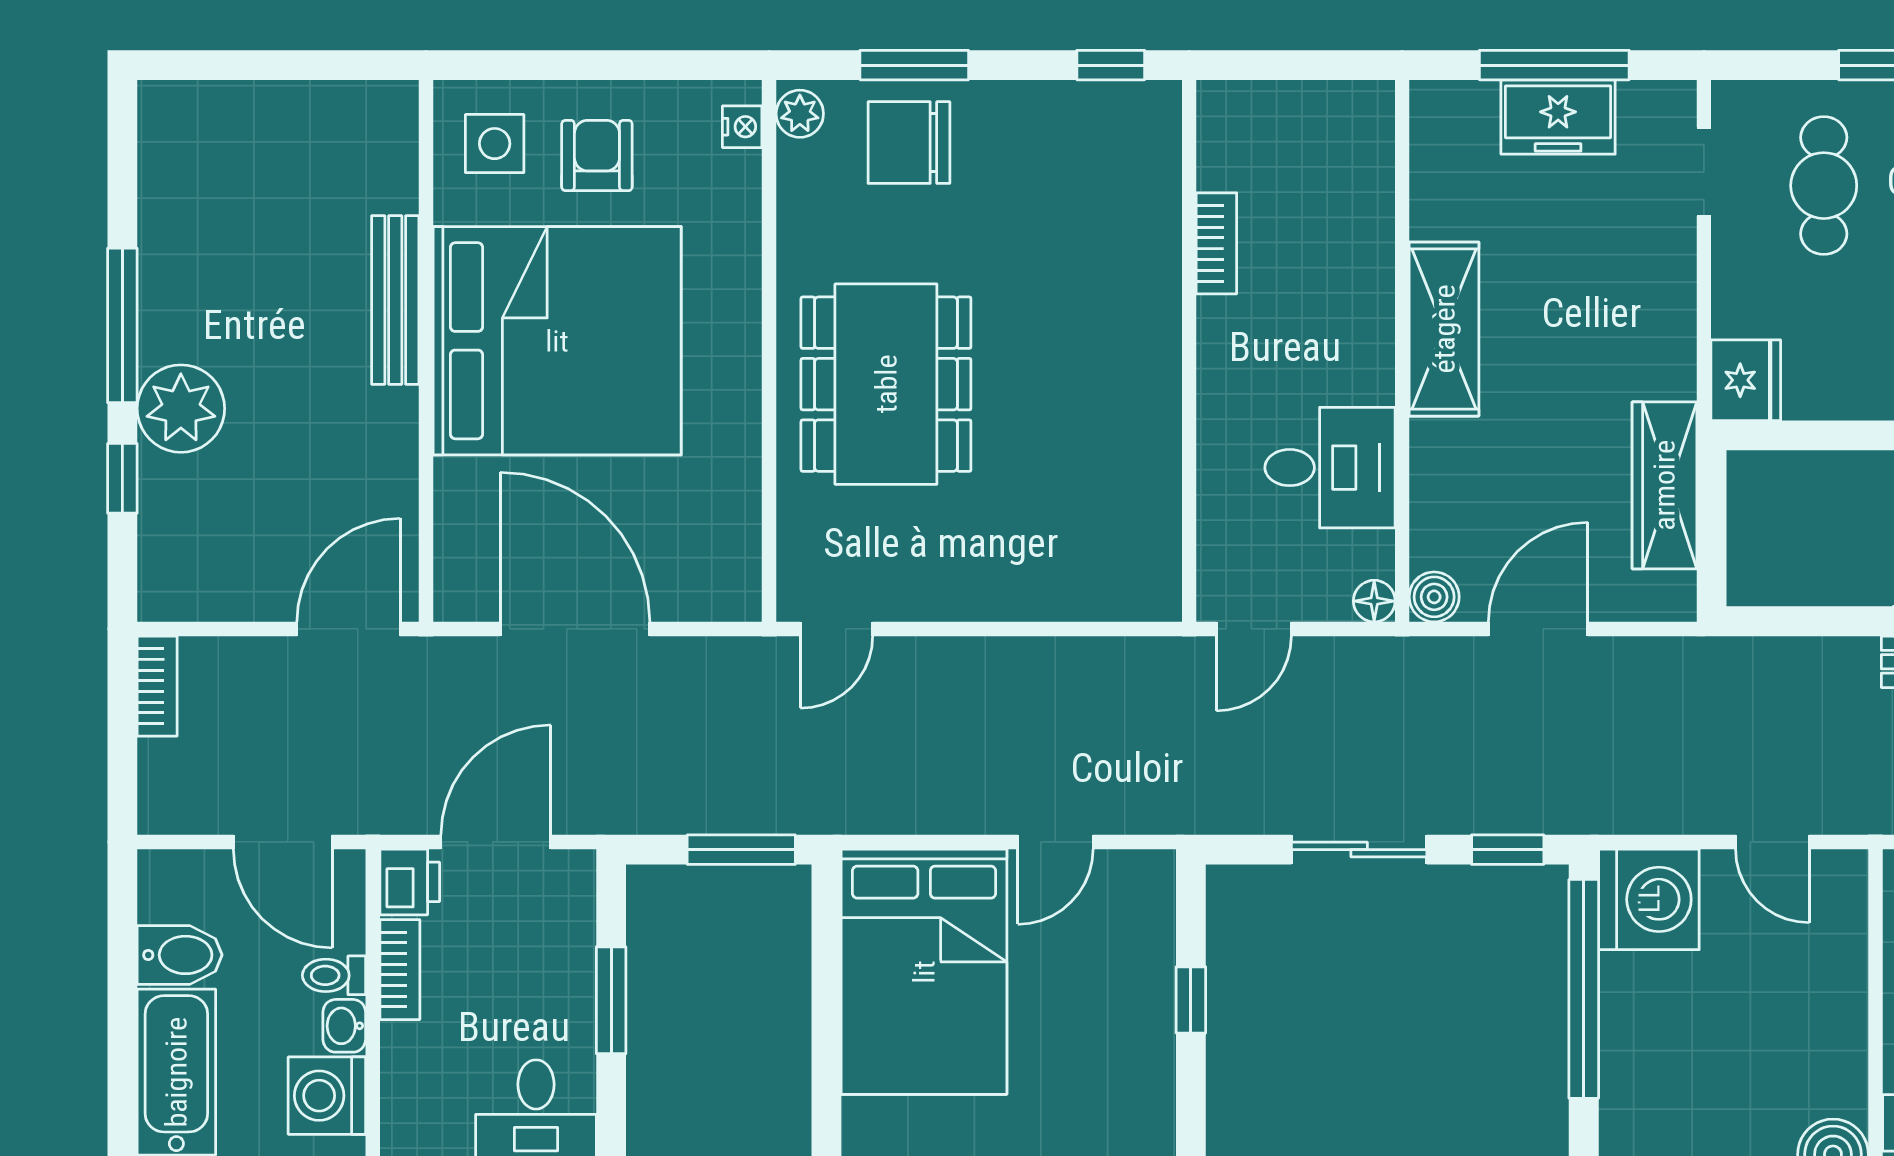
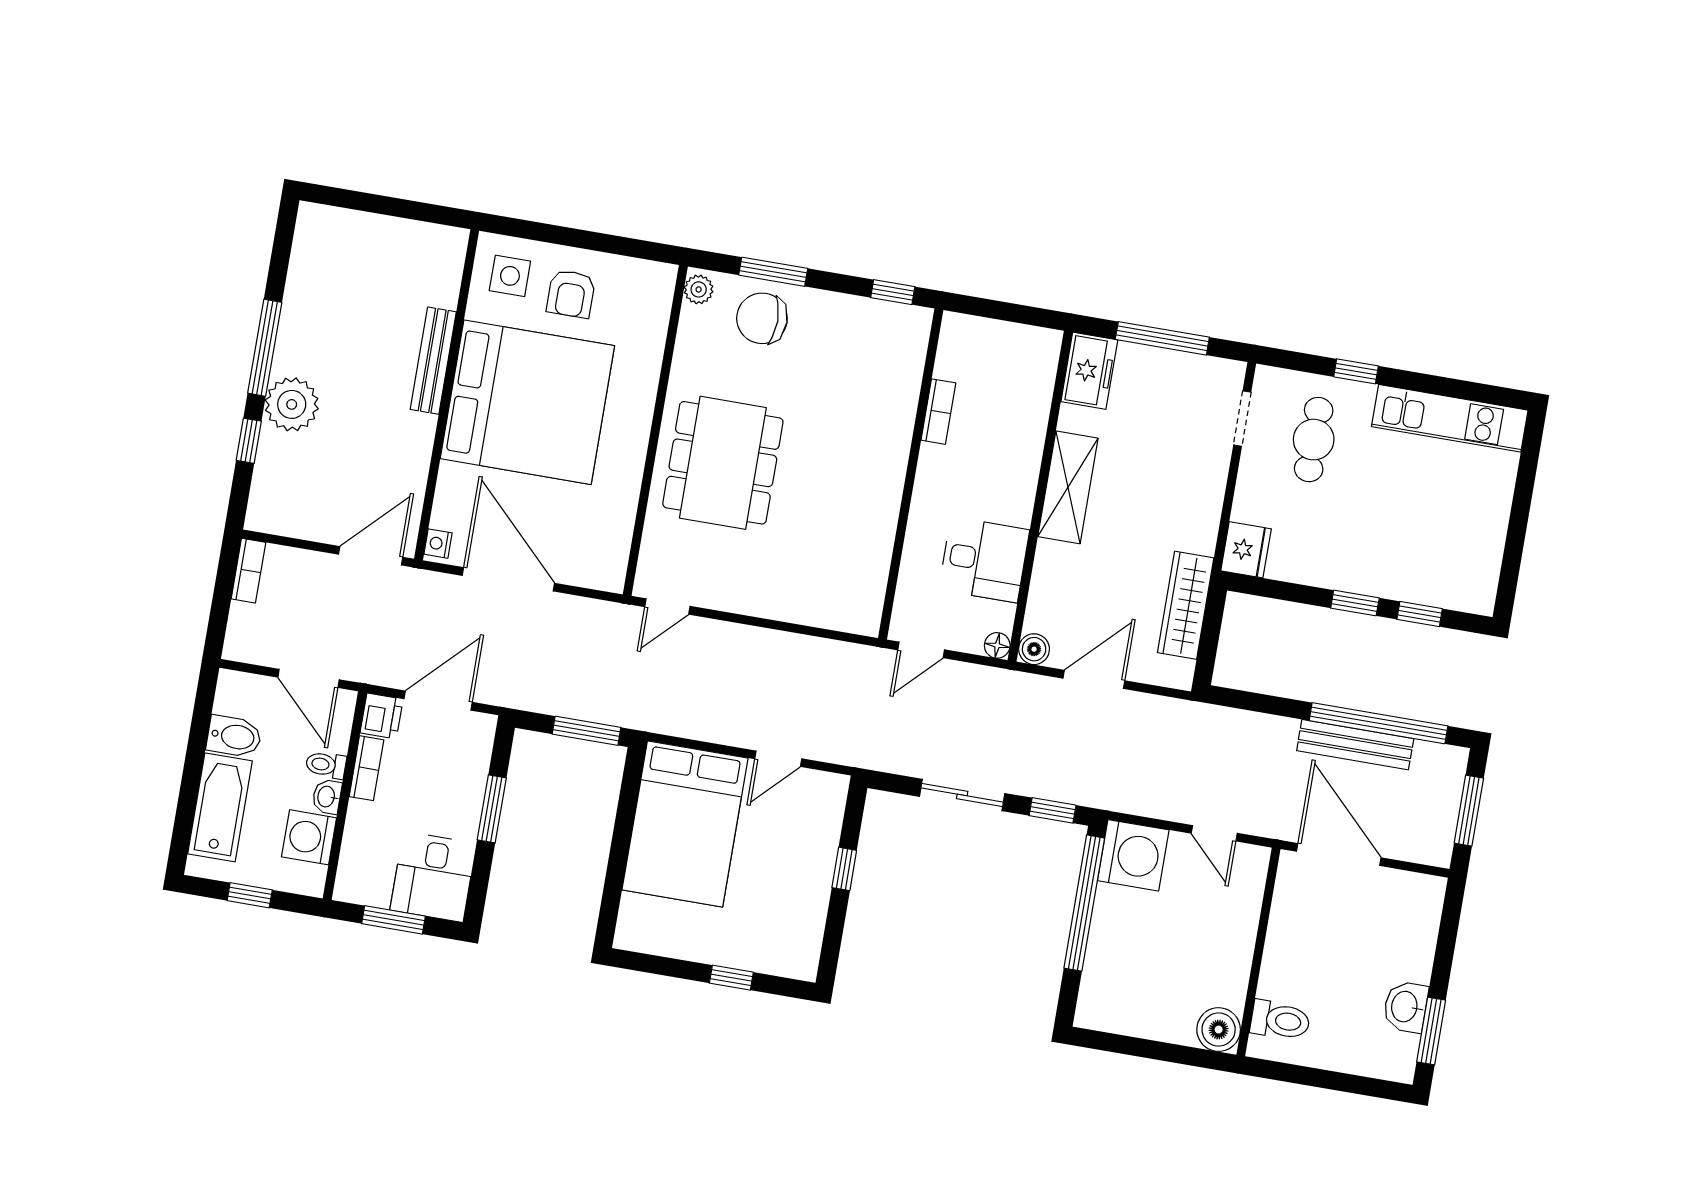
freezer: (1558, 117) -> (1089, 371), moved, turned -90
nightstand: (742, 127) -> (438, 544), moved, turned 180
armchair: (597, 155) -> (571, 294), turned 180

